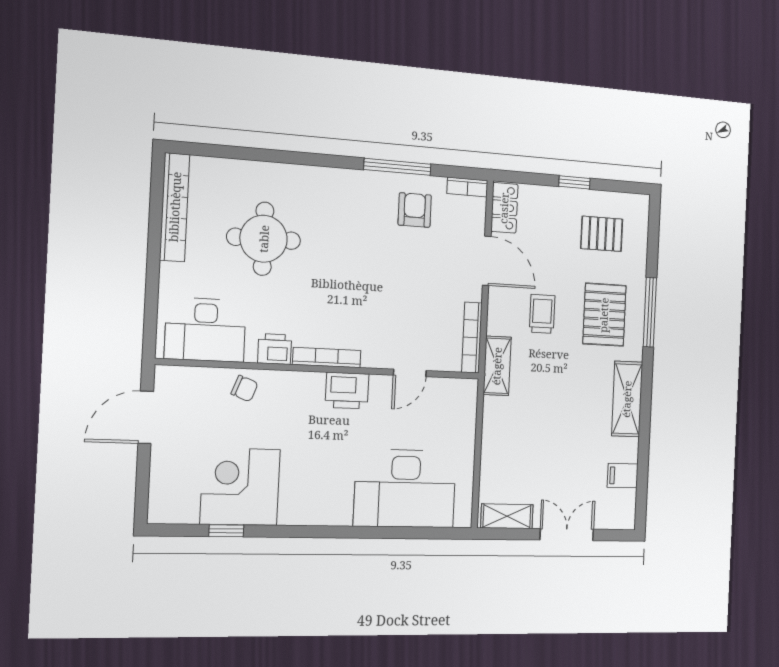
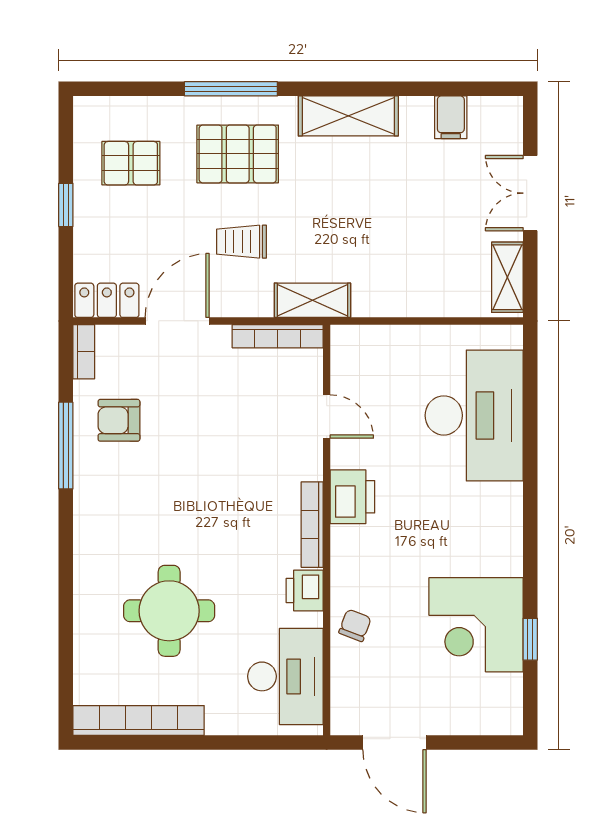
pallet: (602, 234) -> (131, 163), turned 90

